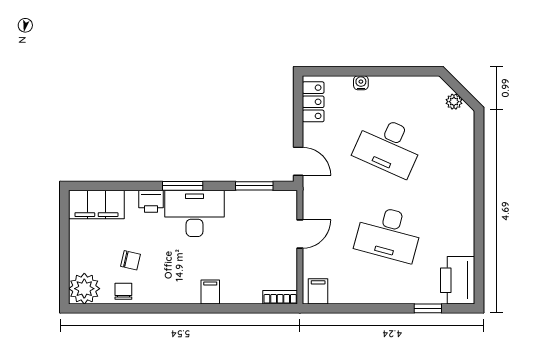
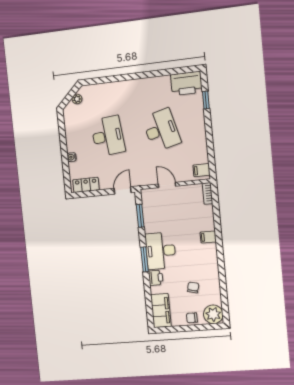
desk: (389, 146) -> (108, 136), turned -30
desk: (389, 234) -> (161, 130), turned -30
chair: (123, 291) -> (192, 318), moved

